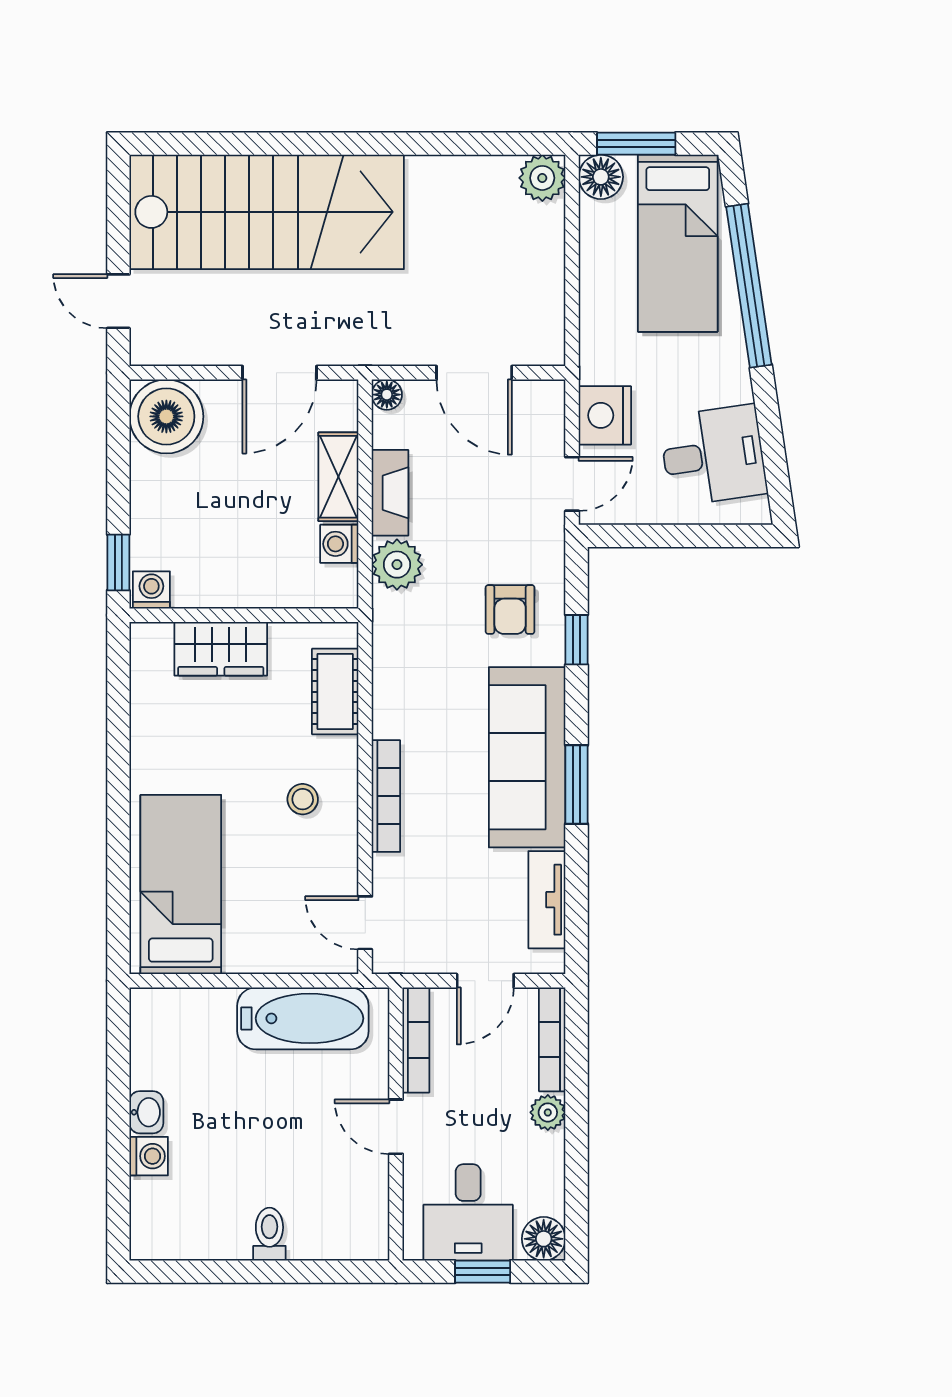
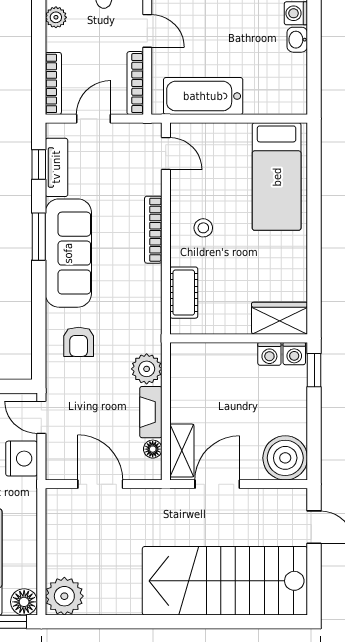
plant: (542, 178) -> (64, 596), width x1.36, depth x1.36
floor lamp: (387, 395) -> (153, 449), moved
shelving: (338, 477) -> (182, 451), moved
door: (572, 484) -> (41, 417), hinge flipped
washing machine: (339, 544) -> (269, 354), moved, turned 90
armchair: (510, 609) -> (79, 342), turned 180
window: (577, 640) -> (39, 165), moved
wardrobe: (221, 649) -> (280, 318), moved
plant: (548, 1112) -> (56, 17), moved

